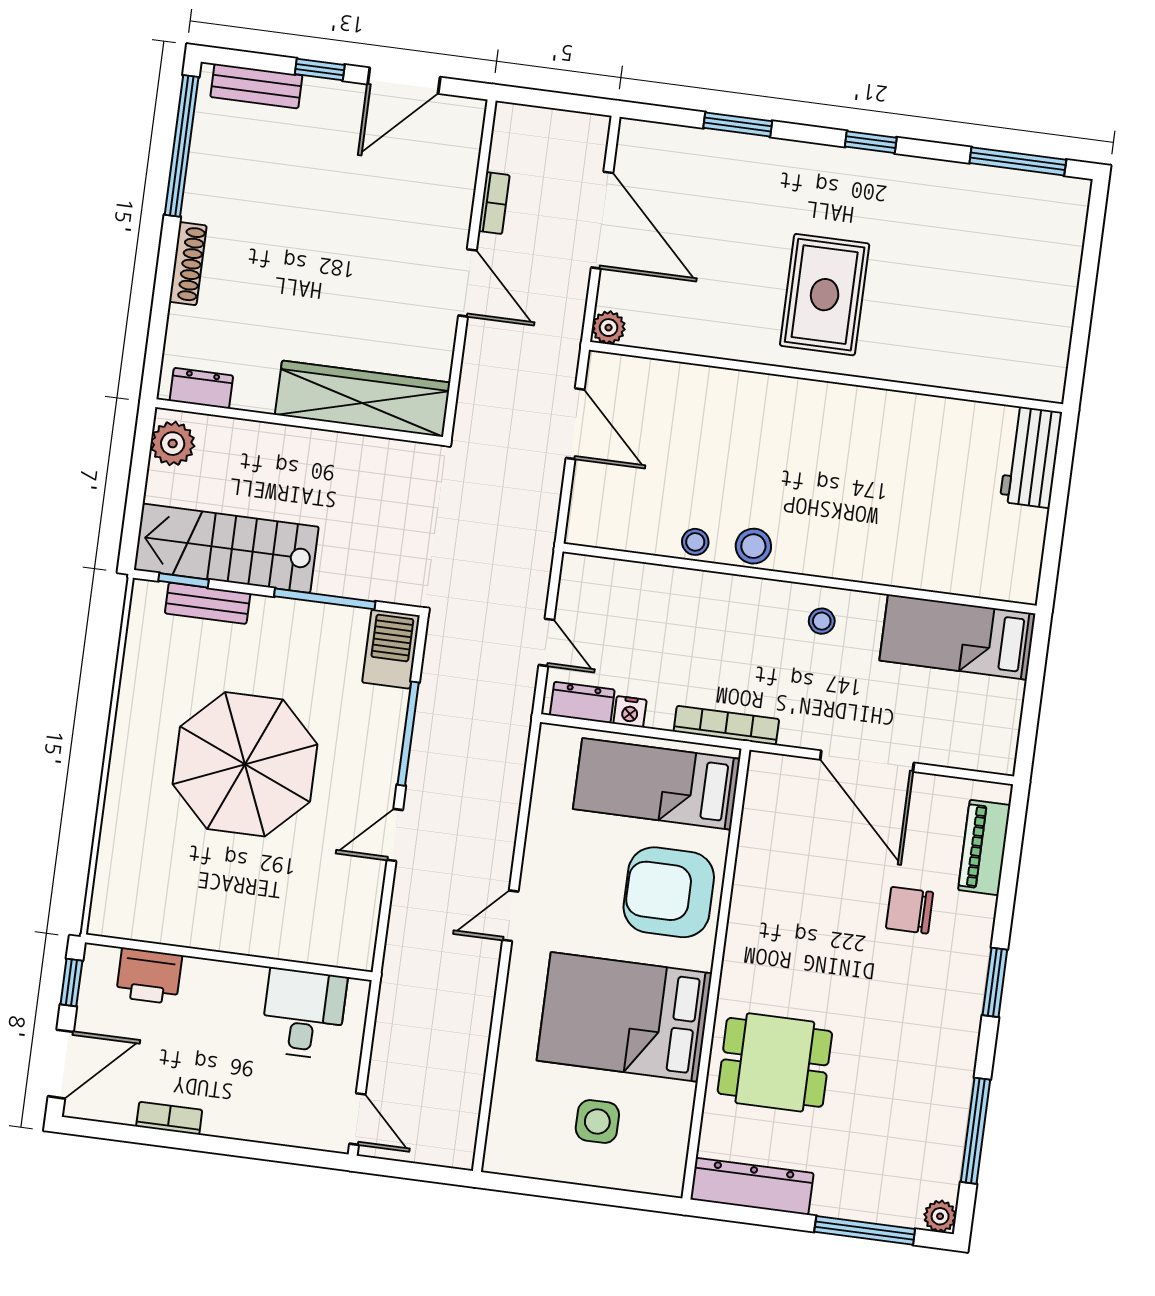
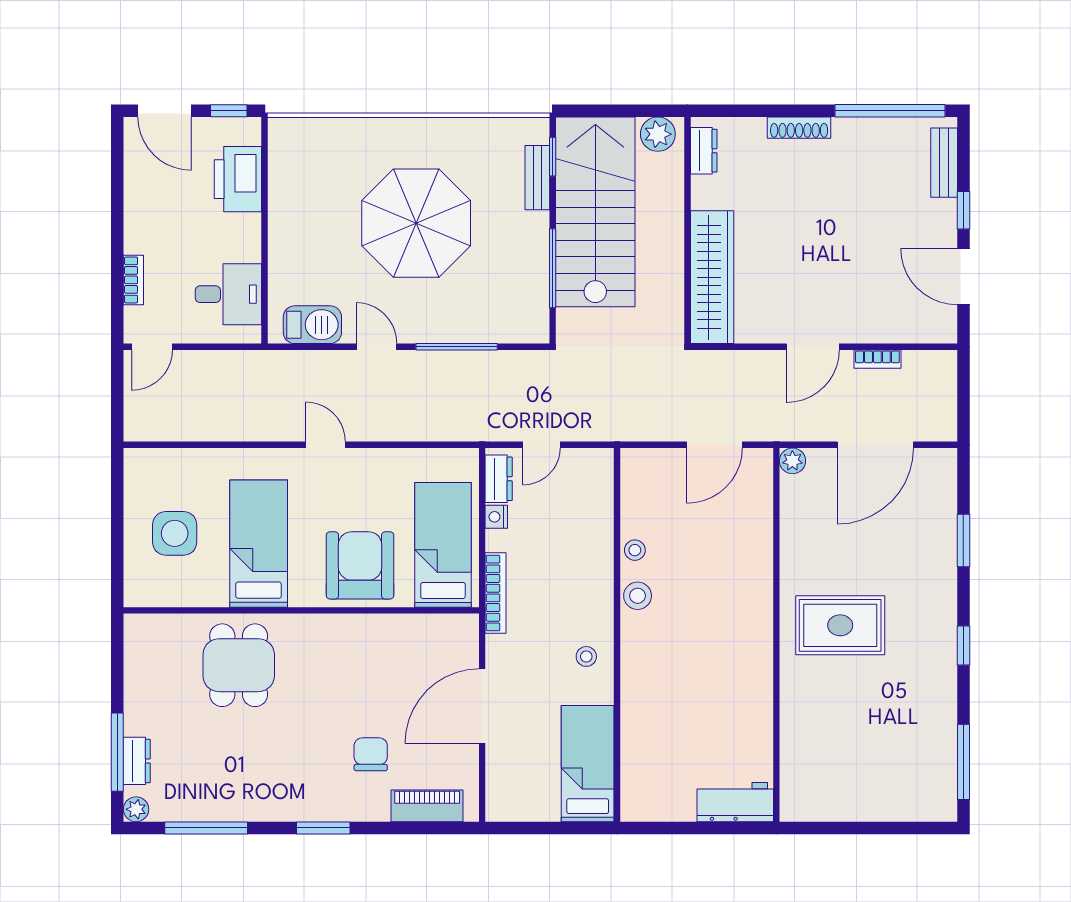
stairs: (226, 548) -> (595, 212), width x1.36, depth x1.51
barbecue: (391, 649) -> (312, 325), moved
printer: (149, 976) -> (238, 179), width x1.37, depth x1.19
bed: (624, 1017) -> (259, 544), width x0.67
bookcase: (169, 1118) -> (133, 280), moved
side table: (597, 1121) -> (175, 533), width x1.37, depth x1.37
dresser: (752, 1186) -> (137, 761), moved, width x0.51, depth x0.80

